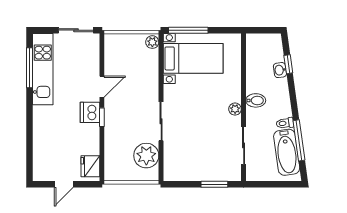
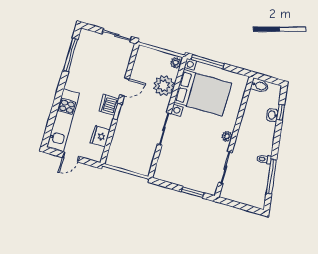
bed with nightstands: (193, 58) -> (203, 93), width x1.36
kitchen unit: (43, 69) -> (63, 120), moved
bidet: (256, 100) -> (260, 86), moved
bathtub: (287, 152) -> (259, 183), removed
plant: (146, 156) -> (164, 86), moved
fridge: (90, 166) -> (100, 136), moved

